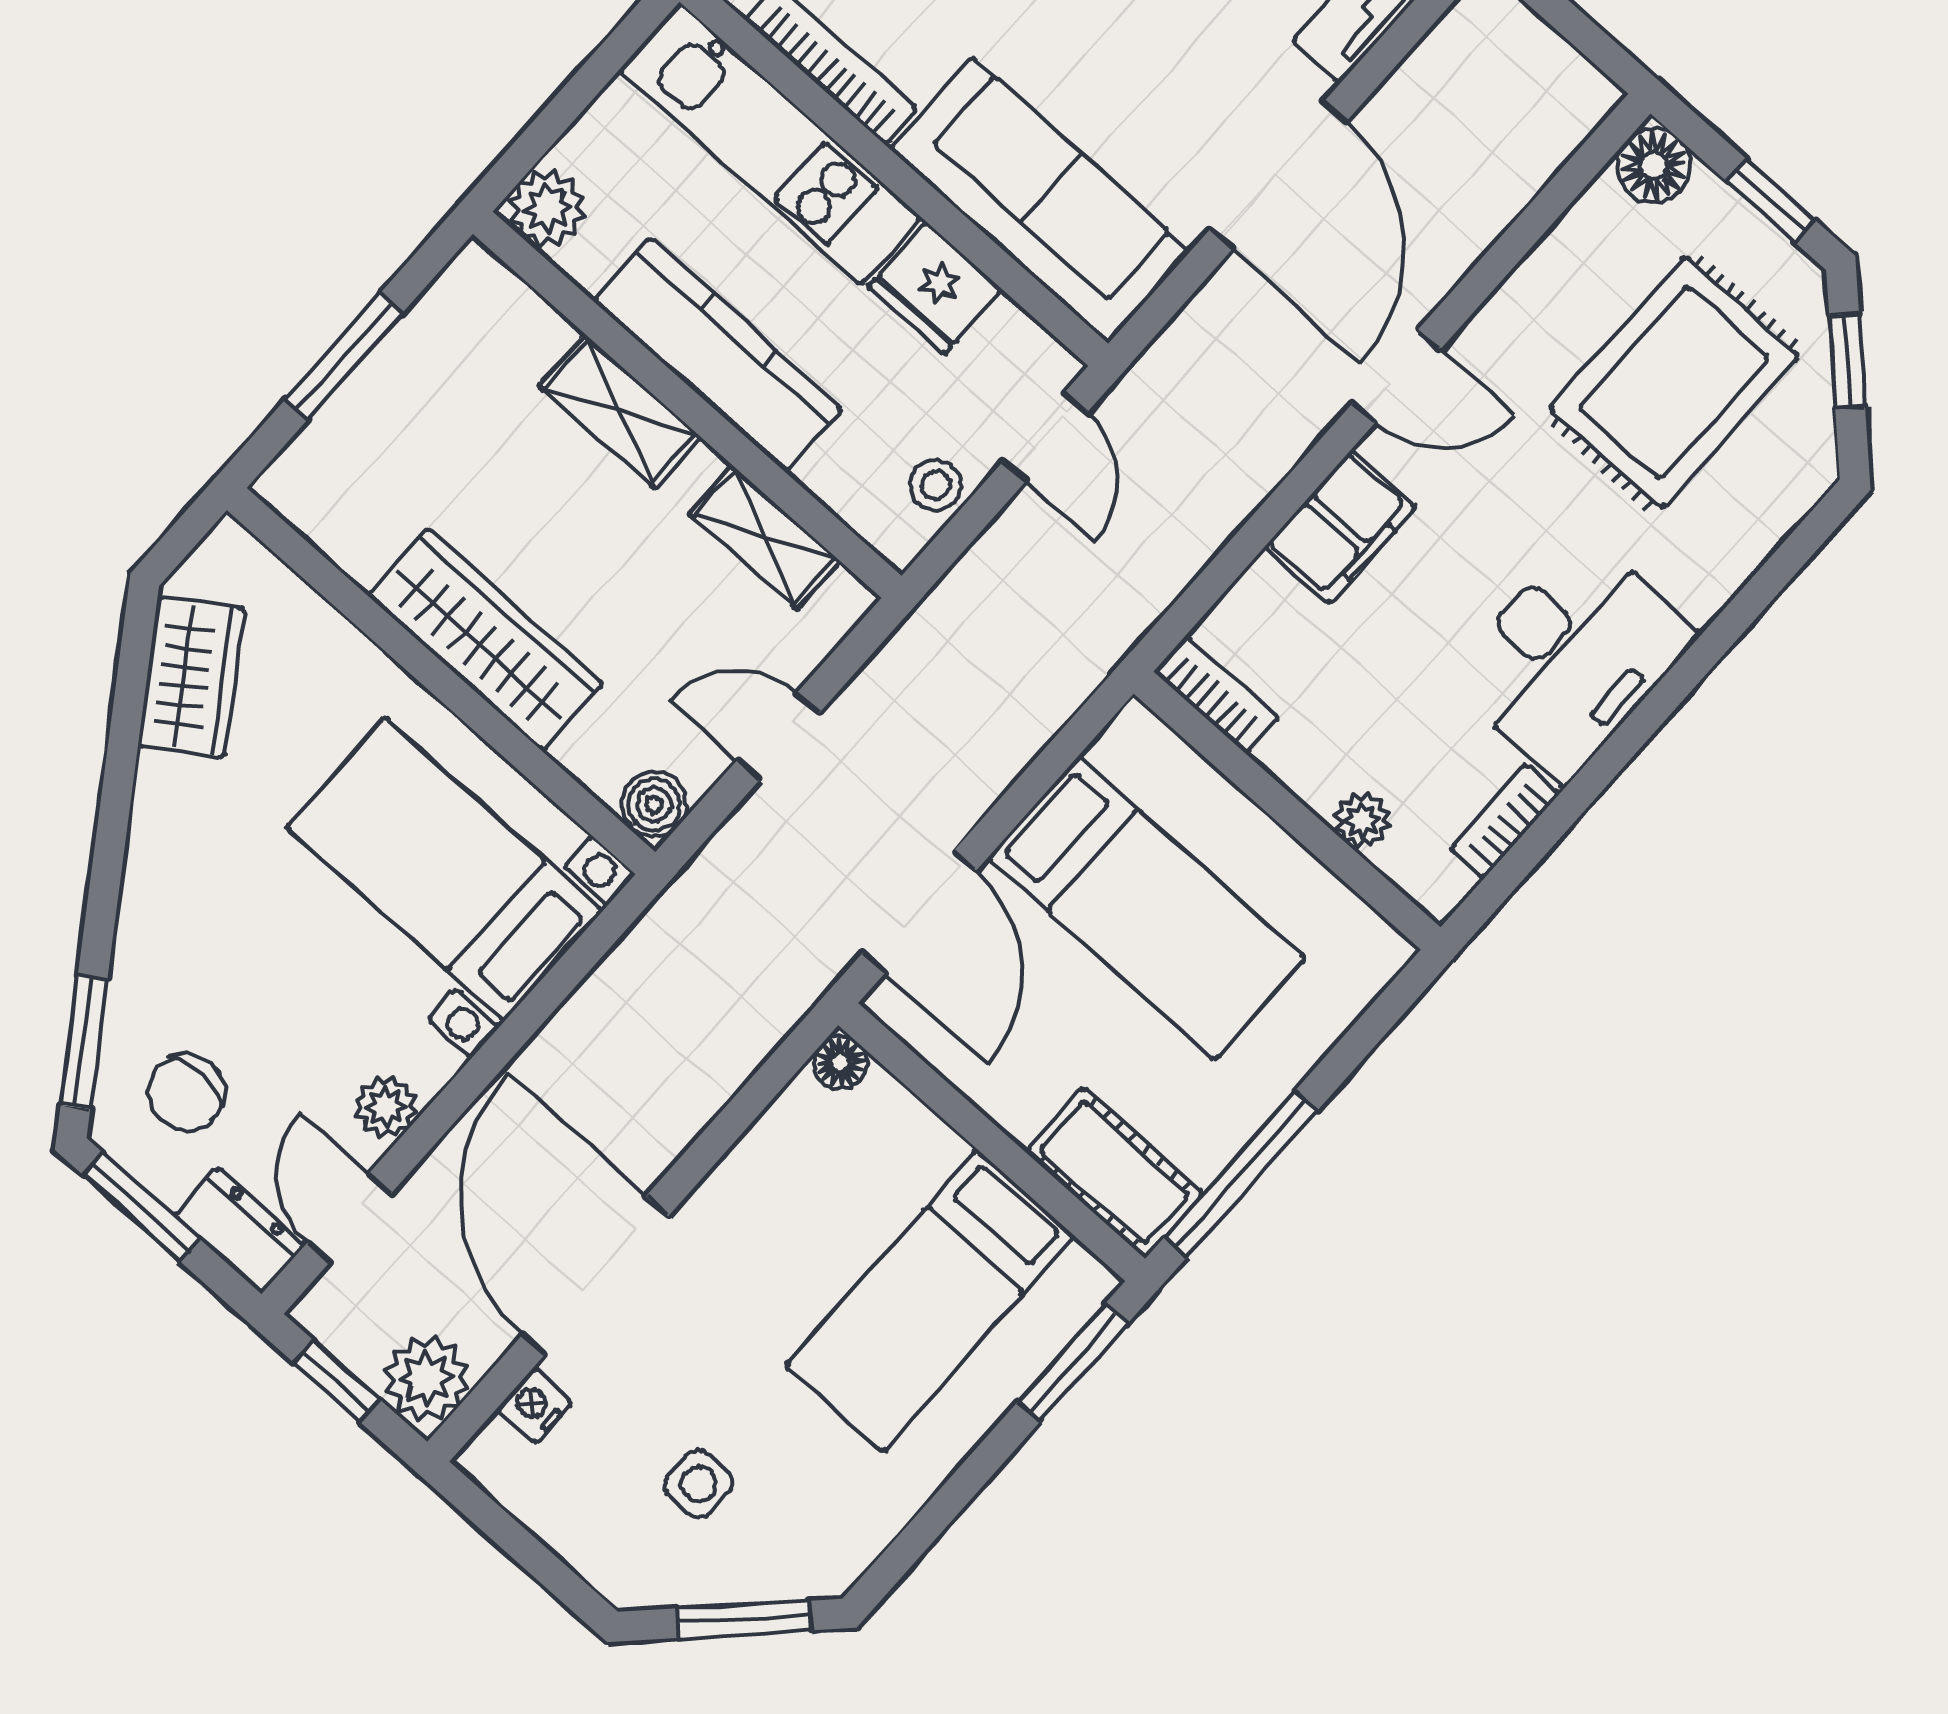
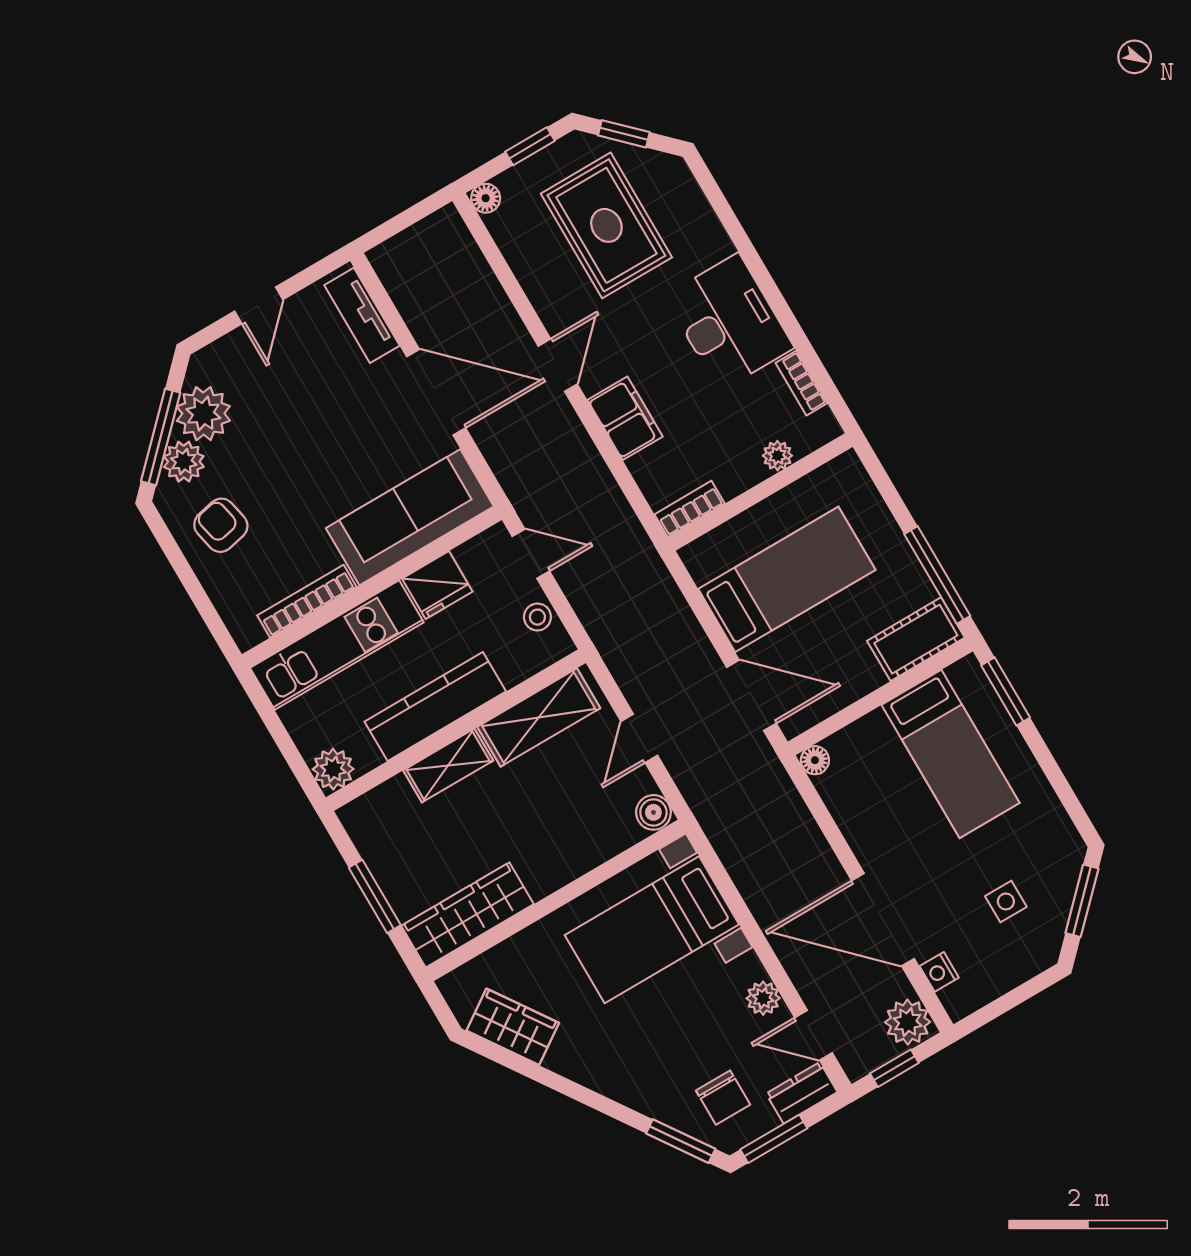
floor lamp: (1654, 166) -> (486, 198), width x0.73, depth x0.73
shelving: (765, 537) -> (539, 717), width x1.50, depth x1.33
wardrobe: (485, 640) -> (468, 915), moved

